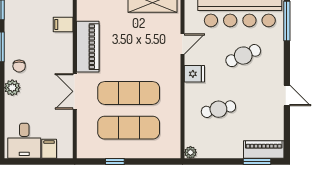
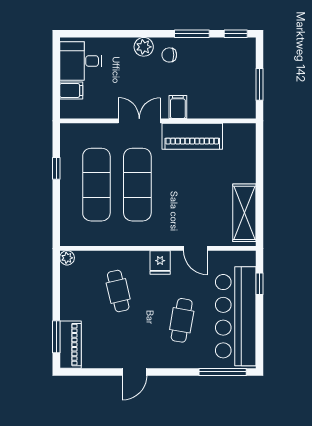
filing cabinet: (63, 24) -> (178, 107), moved
cafe table: (243, 56) -> (182, 320), turned 34

